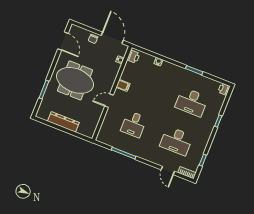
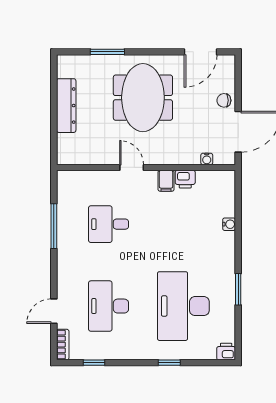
printer: (133, 57) -> (185, 179), moved
desk: (192, 102) -> (183, 306), width x1.36, depth x1.30

